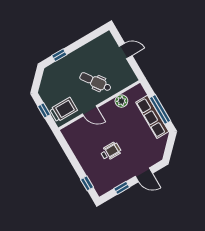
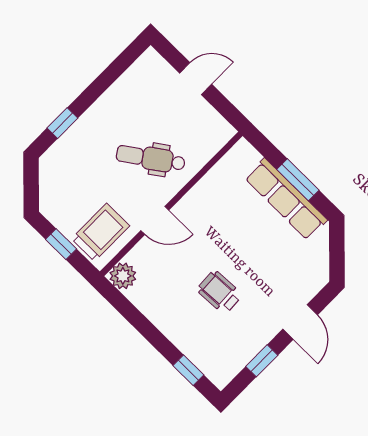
plant: (121, 101) -> (123, 276), moved
window: (160, 109) -> (298, 180), width x0.69
wheelchair: (111, 151) -> (220, 292), turned -93
door: (144, 175) -> (300, 322), hinge flipped

